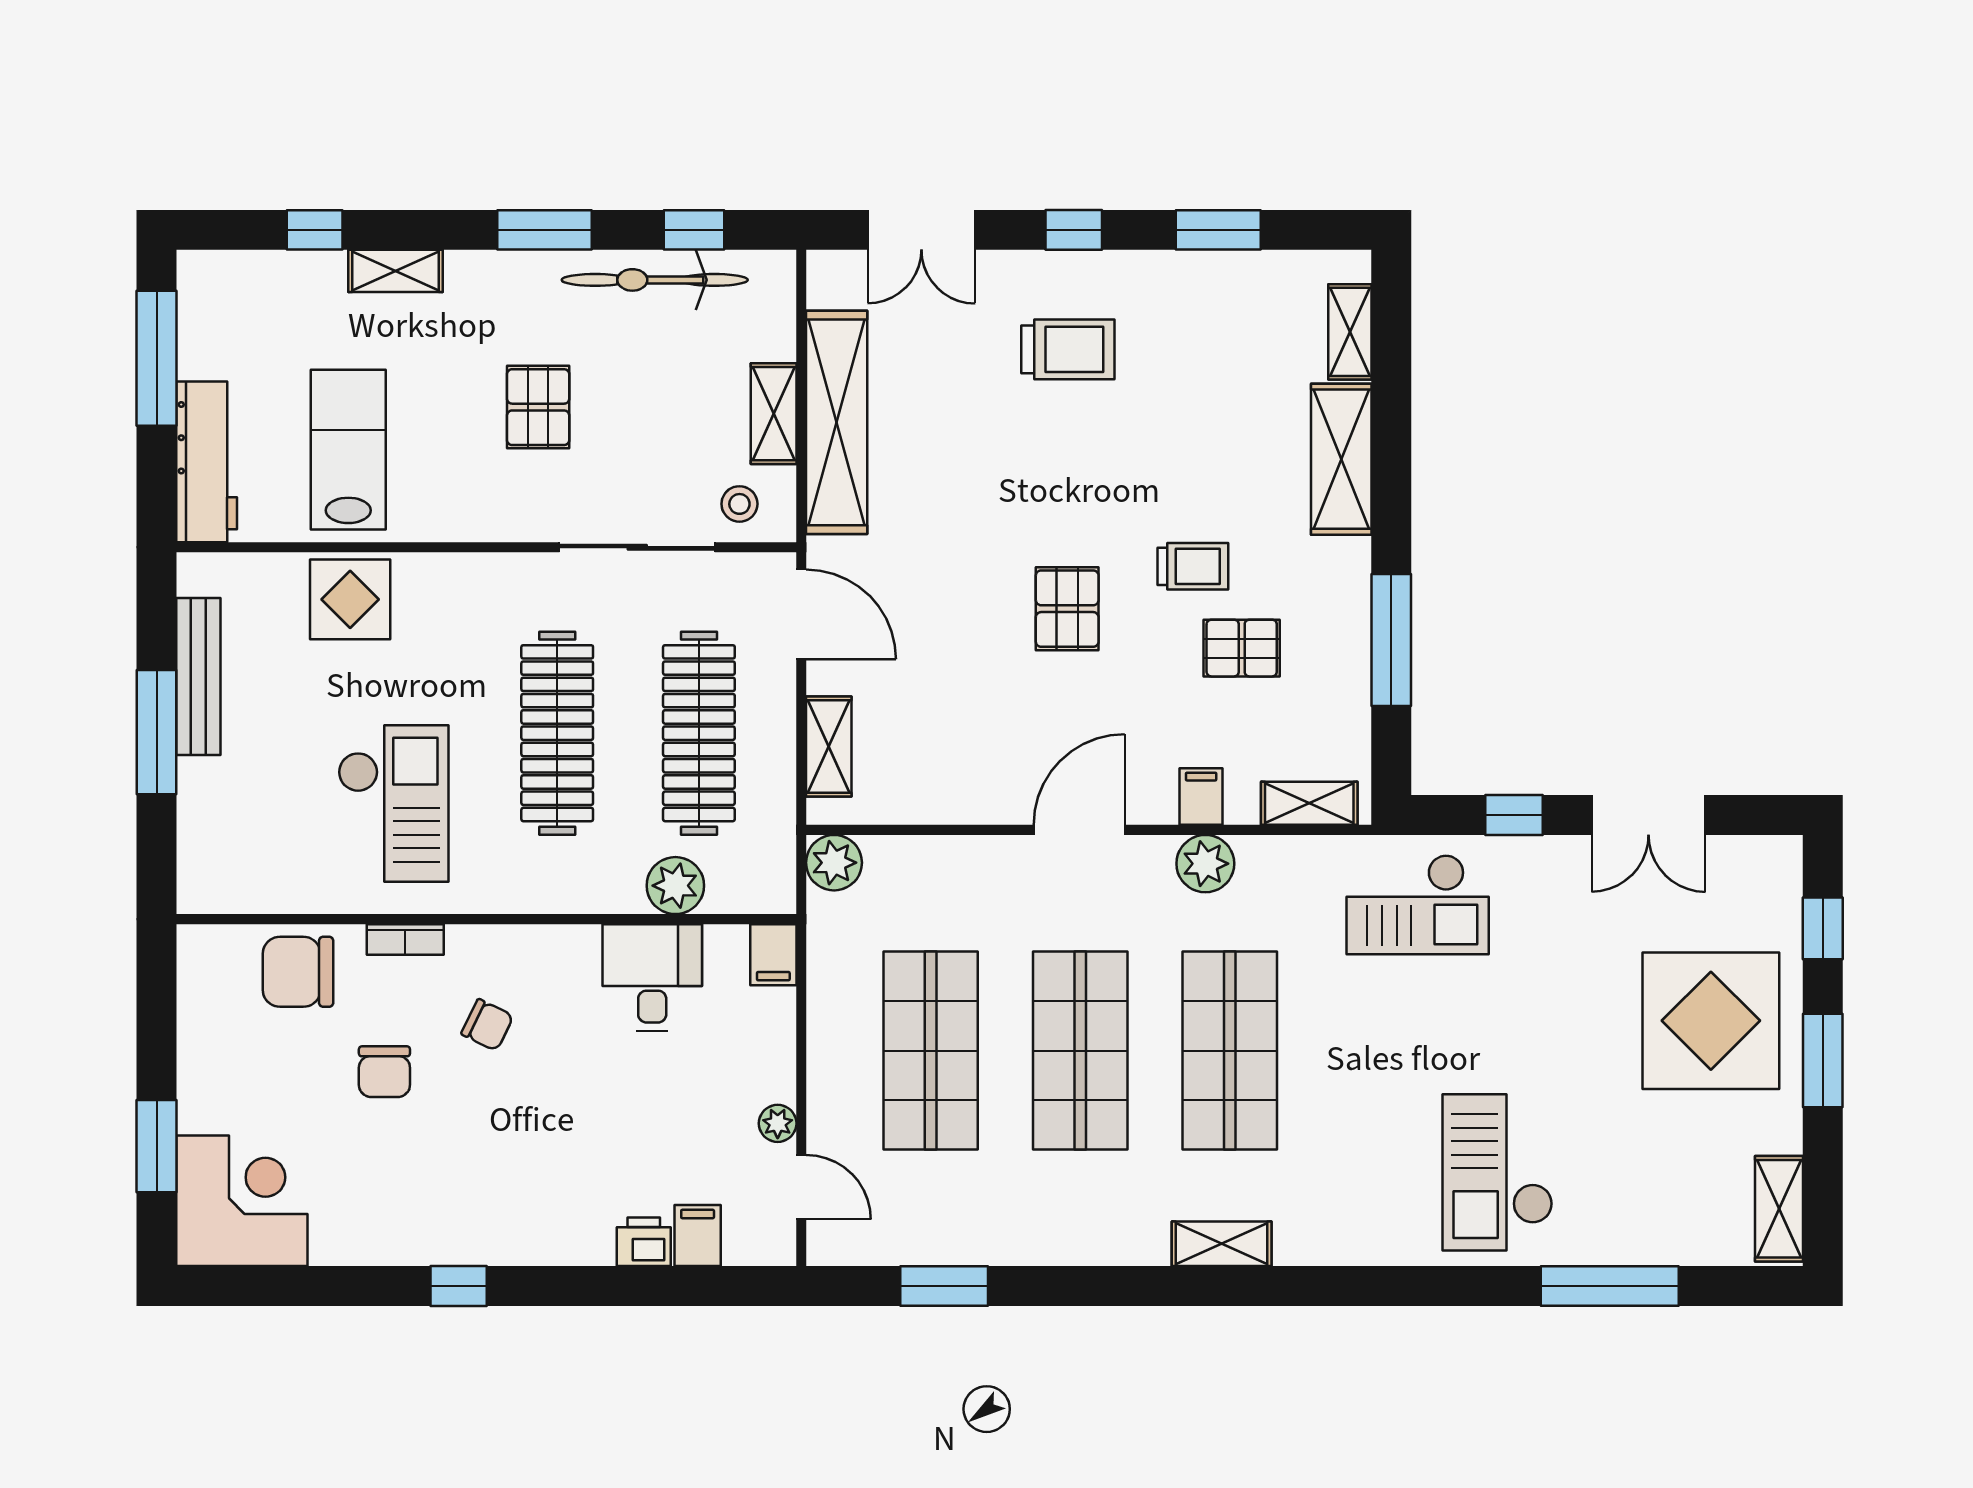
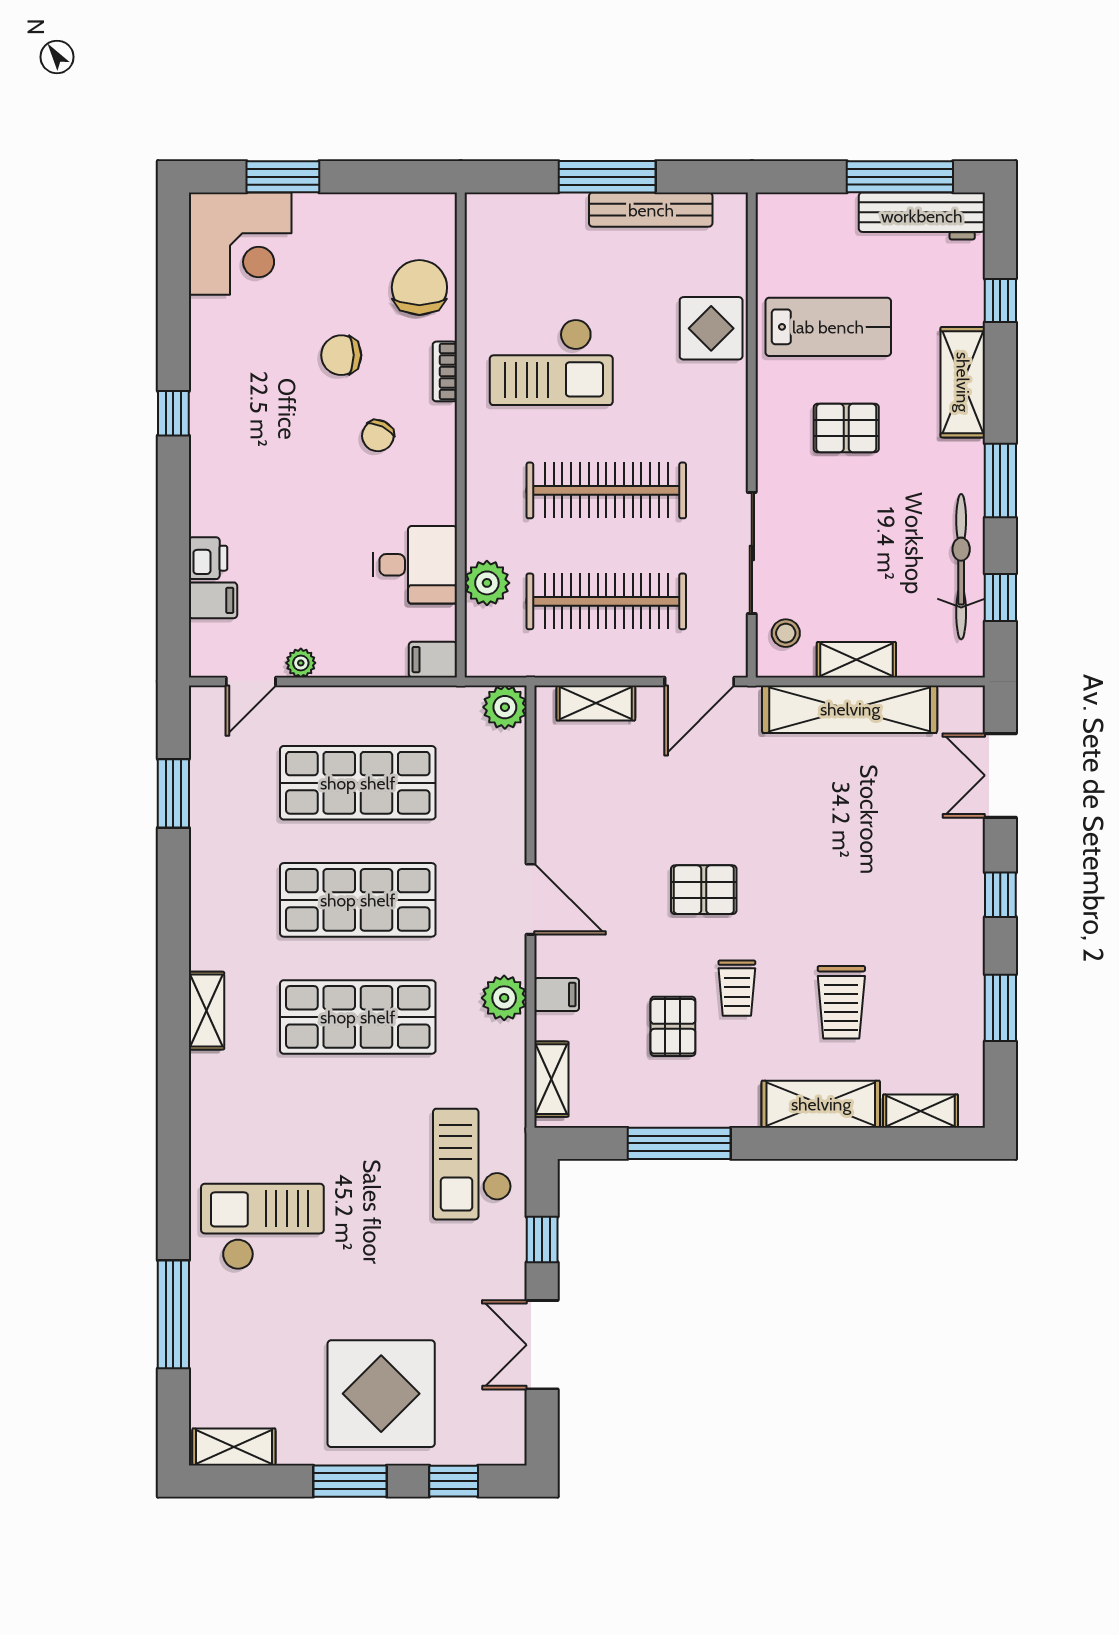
shelving: (395, 271) -> (963, 382), width x1.50, depth x1.33
trolley: (1068, 349) -> (841, 1002), moved
pallet: (538, 407) -> (846, 428), moved
workbench: (207, 462) -> (922, 216), moved

